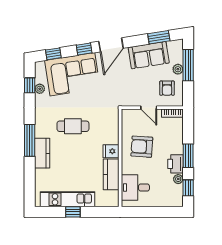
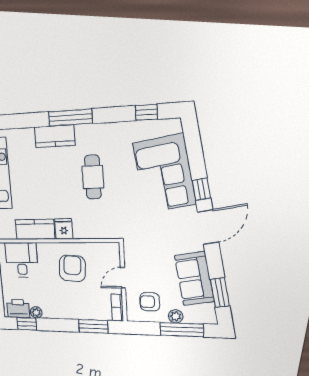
door: (111, 45) -> (208, 227), swing flipped
window: (53, 54) -> (193, 145), removed
plant: (40, 89) -> (142, 127), removed
window: (188, 156) -> (93, 326), moved
printer: (175, 164) -> (18, 309), moved

